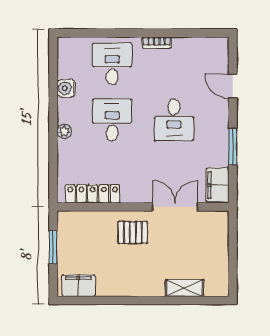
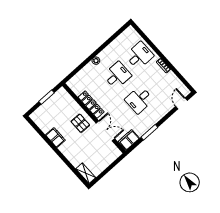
door: (233, 86) -> (181, 103), moved
water cooler: (66, 88) -> (114, 46), removed
locker: (93, 194) -> (91, 105), moved
filing cabinet: (78, 286) -> (55, 138), moved
shelving: (185, 288) -> (86, 173), moved

